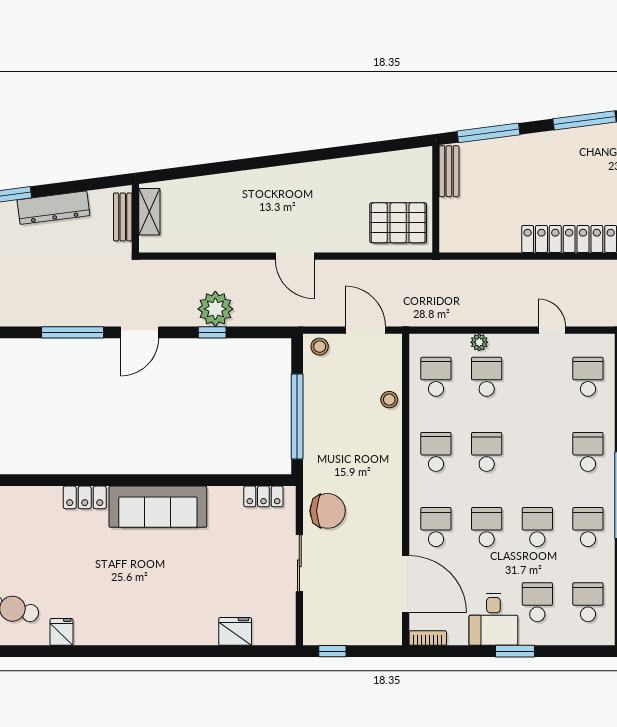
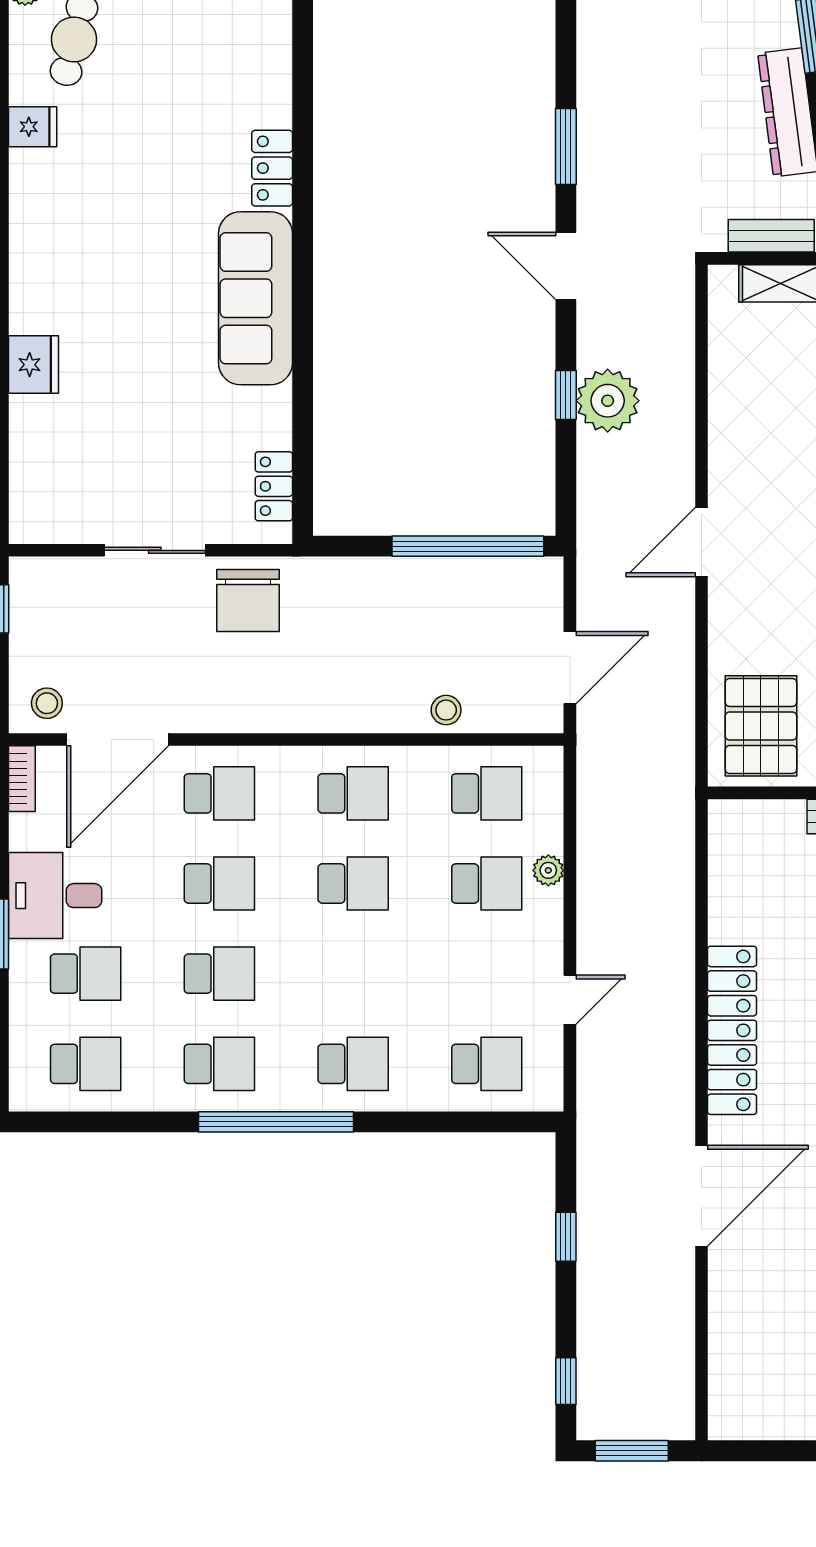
window: (73, 332) -> (566, 146), width x0.69
stool: (320, 347) -> (47, 703), moved
window: (297, 416) -> (468, 546), moved
fridge: (235, 631) -> (34, 365), moved

